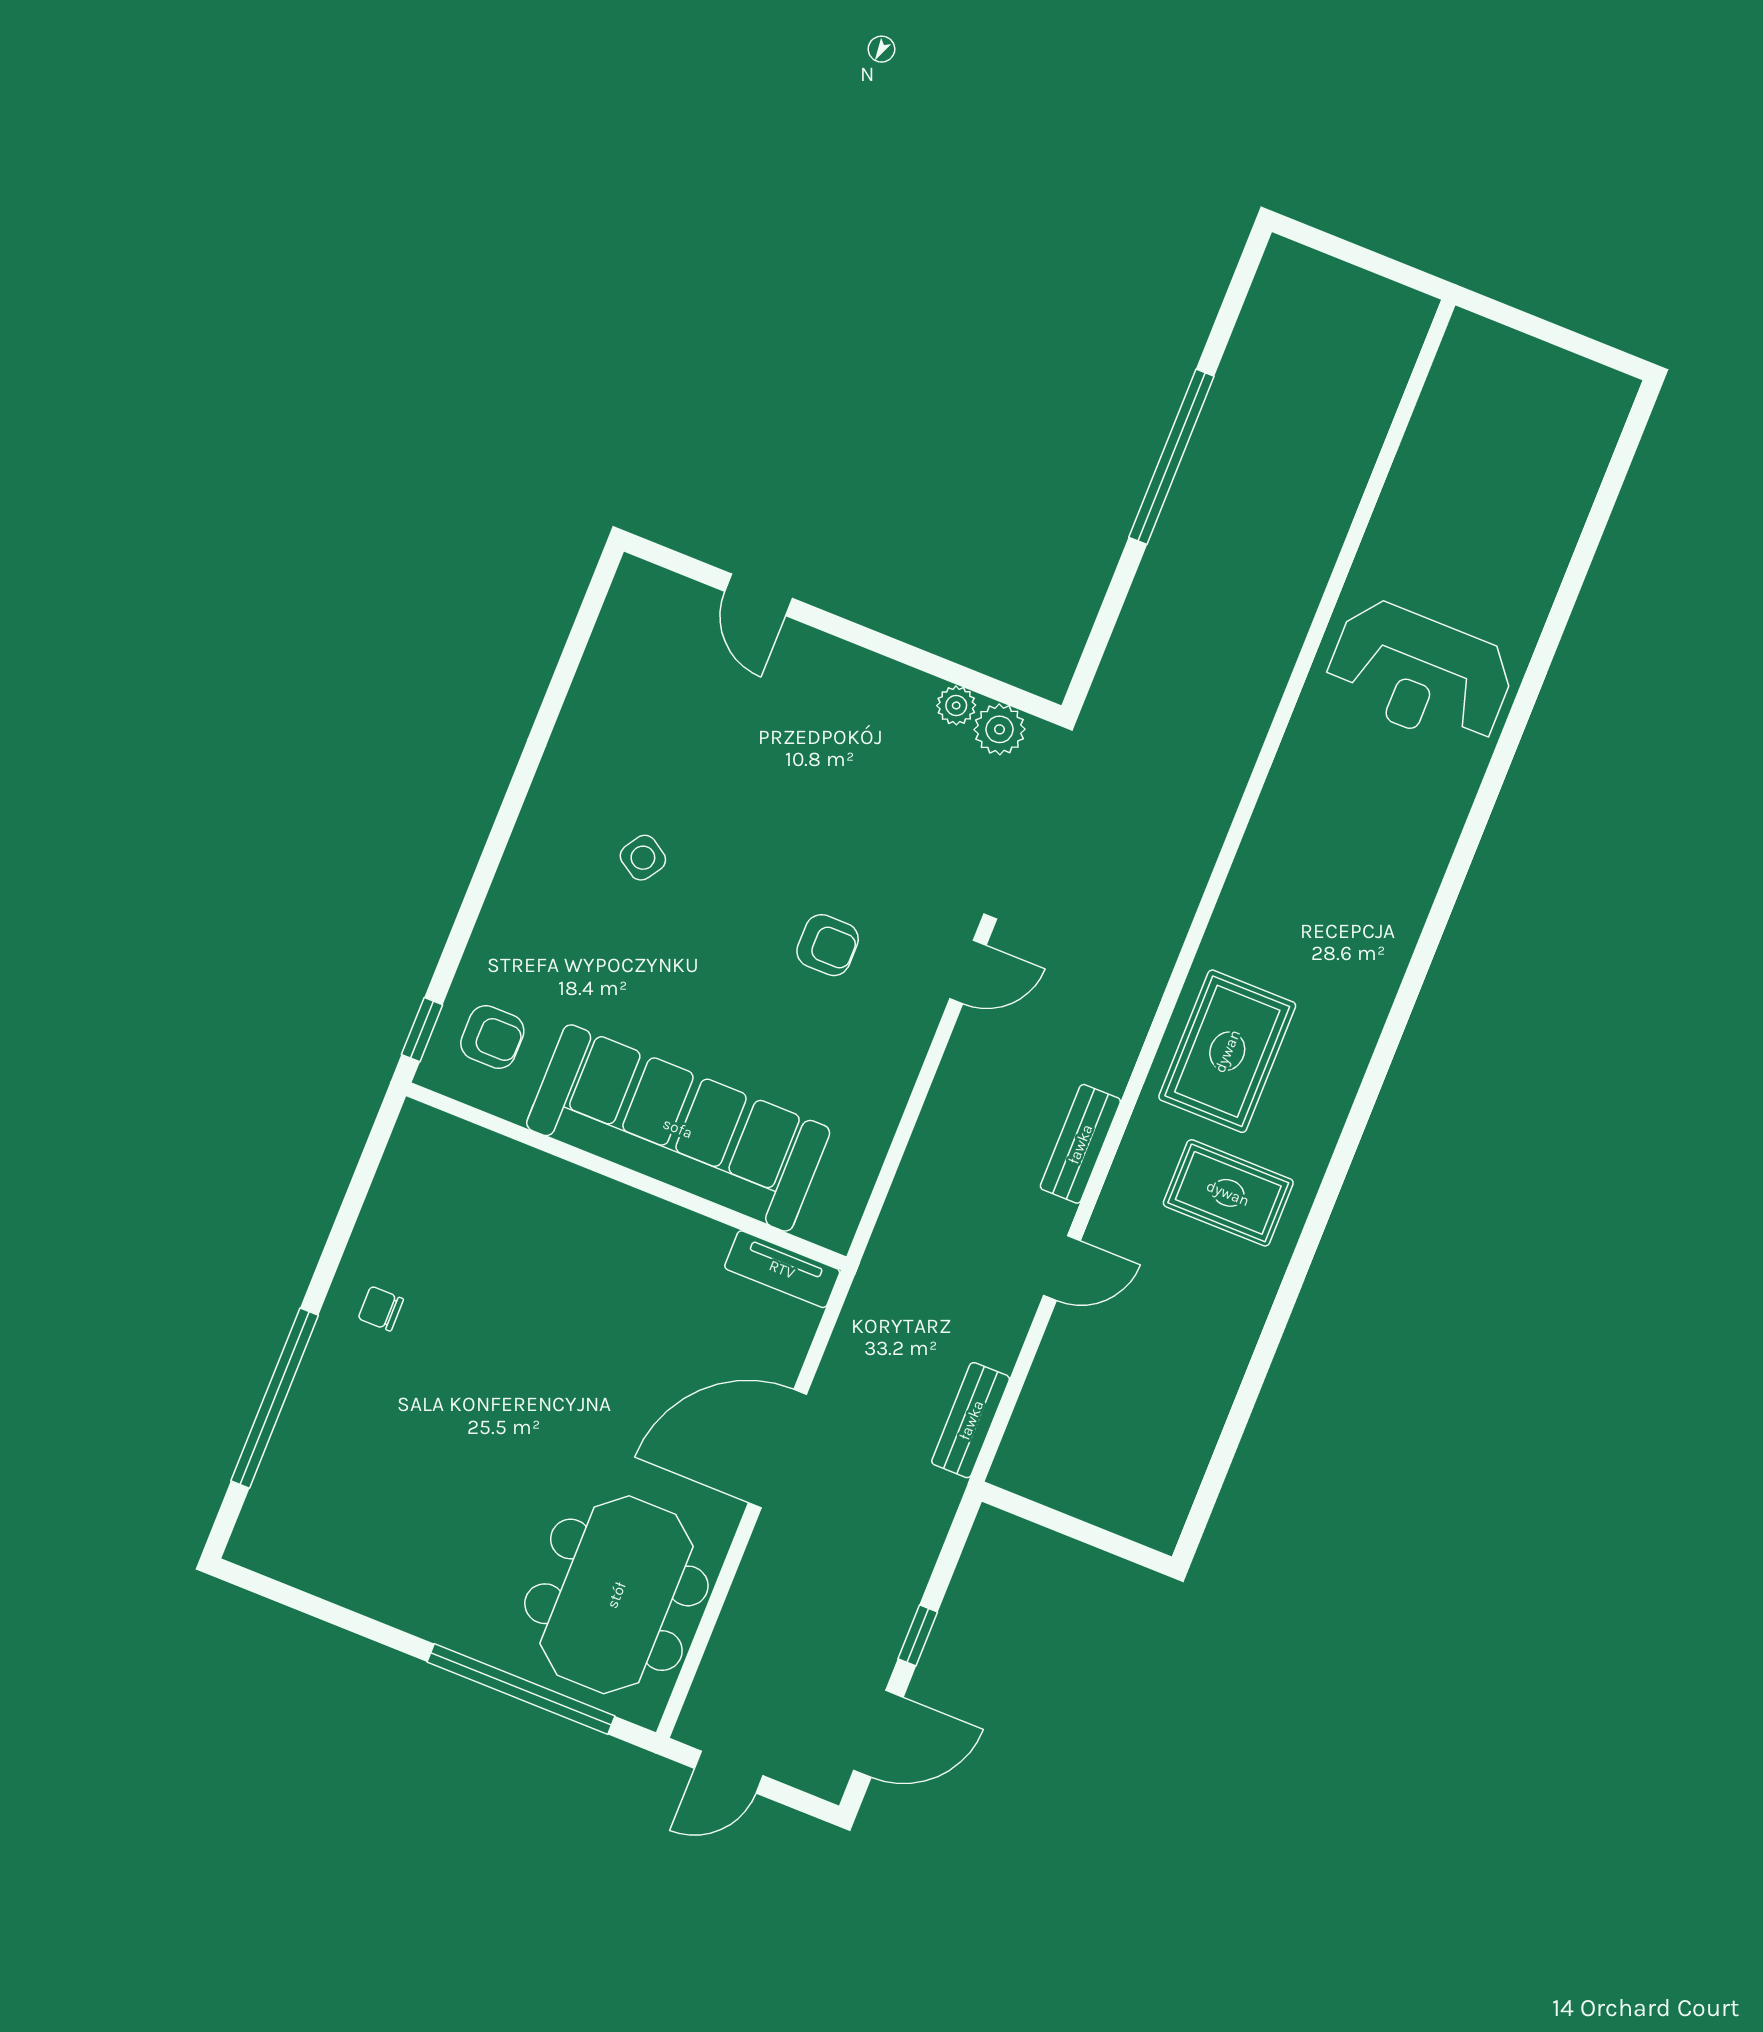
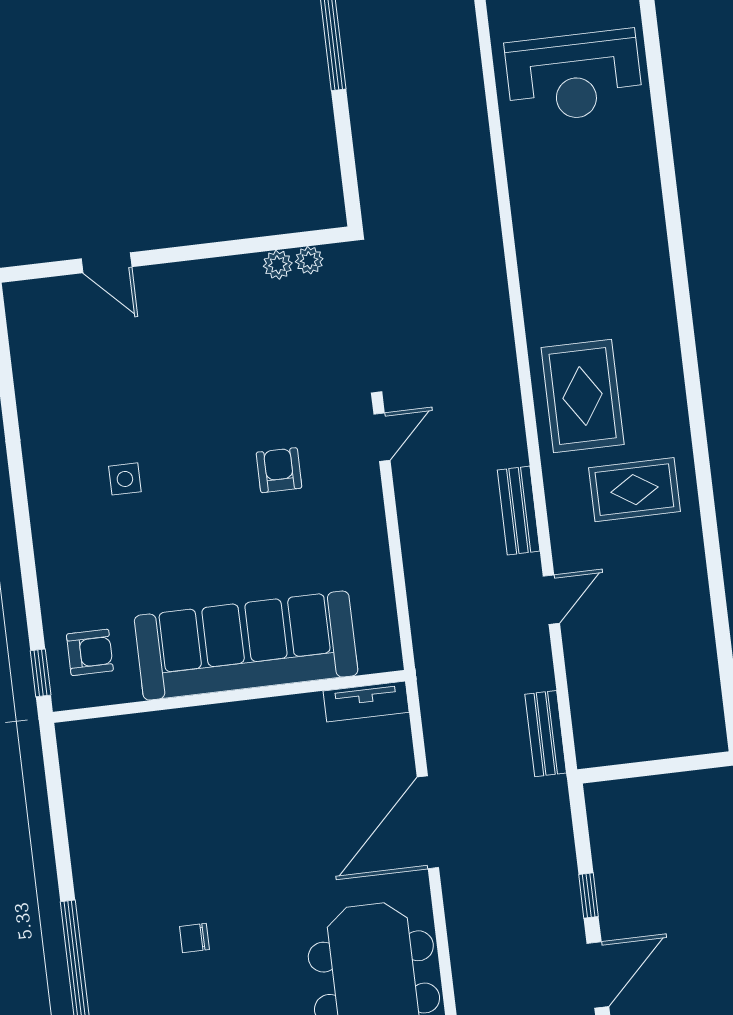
plant: (999, 729) -> (309, 260), width x0.73, depth x0.73
side table: (643, 858) -> (125, 479), turned -33
armchair: (828, 945) -> (279, 470), turned -90
chair: (381, 1309) -> (194, 938), moved

